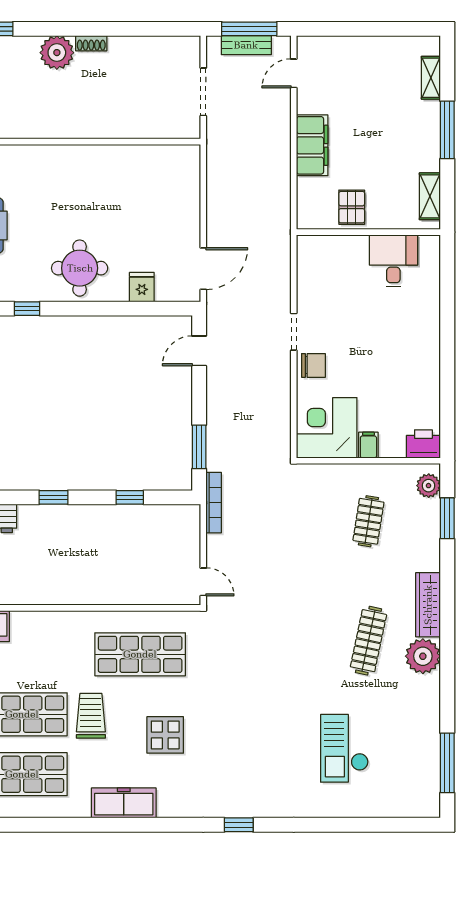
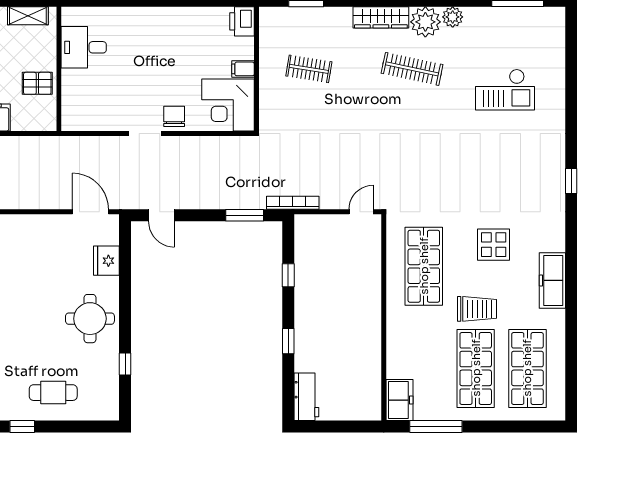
fridge: (142, 287) -> (106, 261), width x1.38
plant: (429, 486) -> (453, 17), moved
trolley: (91, 716) -> (477, 309), turned 180

